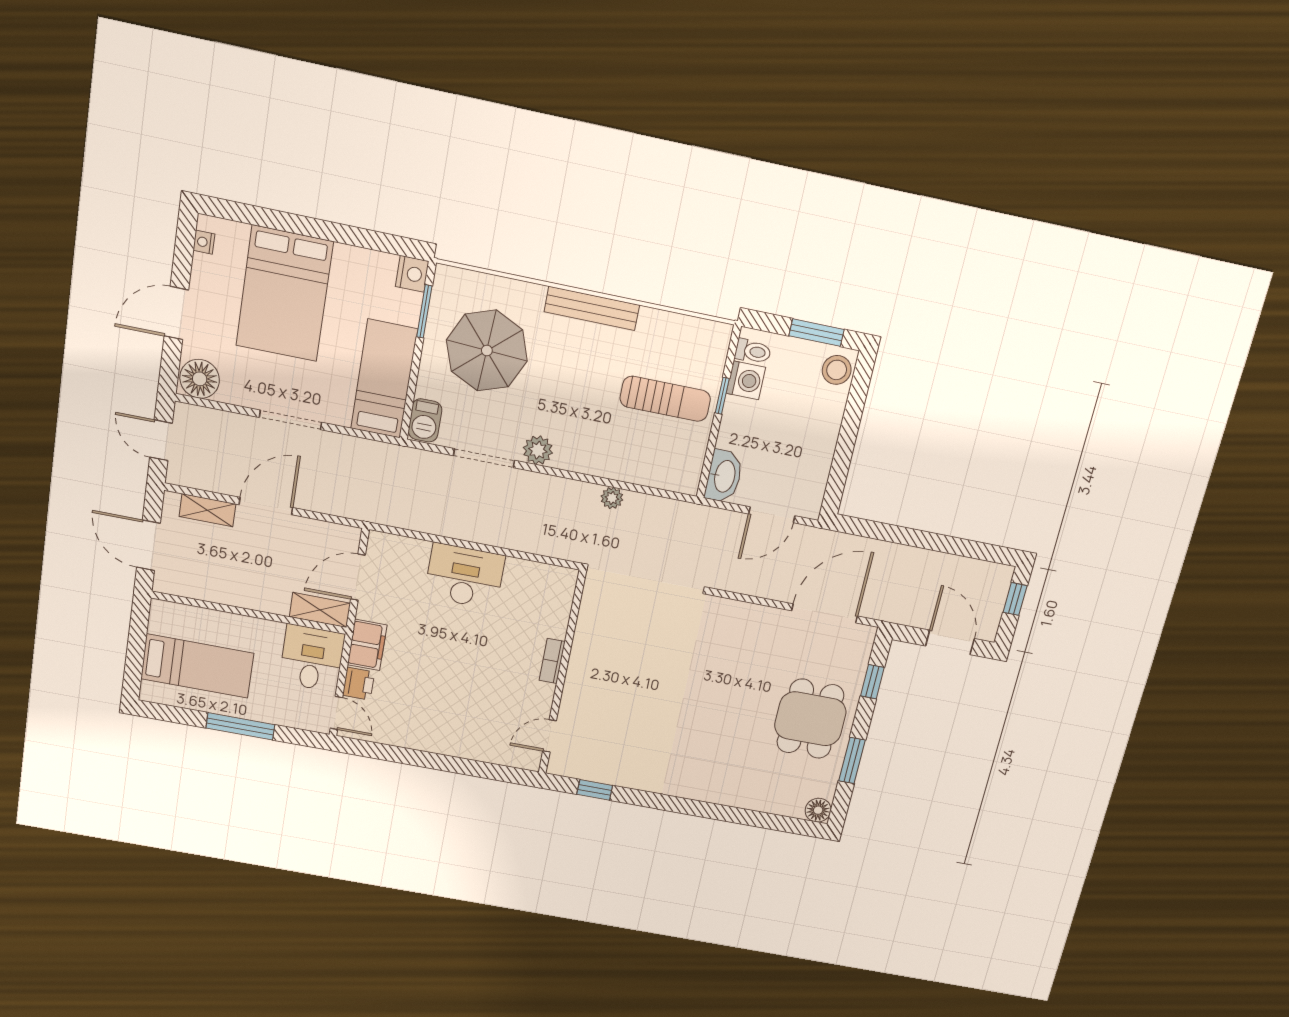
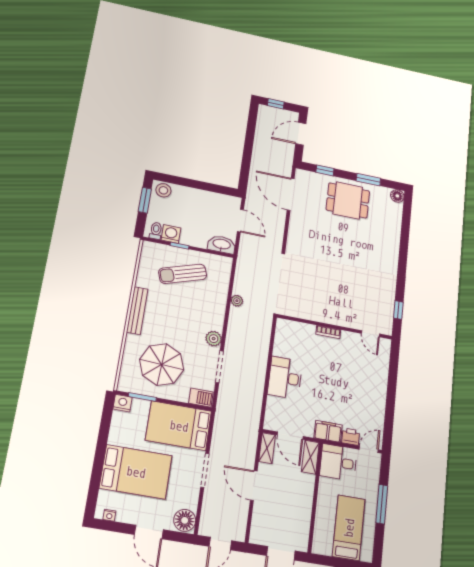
bed: (384, 379) -> (179, 426), width x1.50
sun lounger: (665, 399) -> (183, 274), turned -108
shelving: (208, 510) -> (267, 448), moved

